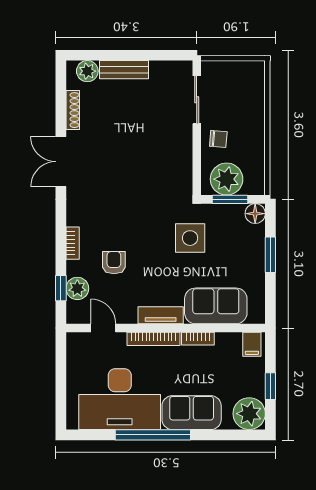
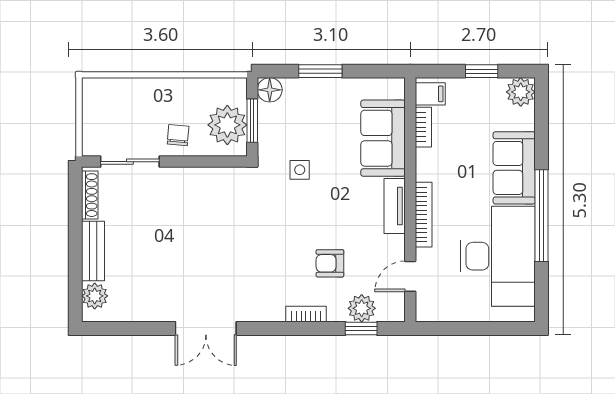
shoe rack: (73, 110) -> (90, 195), moved, turned 90
side table: (190, 238) -> (300, 170), width x0.54, depth x0.54
bookcase: (198, 339) -> (423, 127), moved
plant: (249, 414) -> (521, 92), width x0.73, depth x0.73

